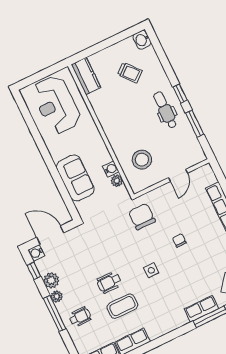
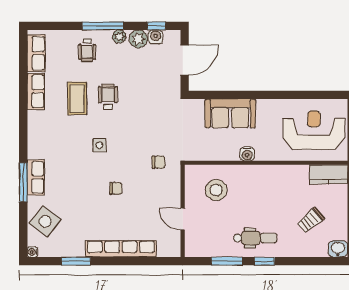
water cooler: (111, 169) -> (247, 154), moved
plant: (117, 181) -> (207, 154), removed
chair: (142, 217) -> (159, 162), width x0.54, depth x0.54
water cooler: (36, 253) -> (156, 37), moved

